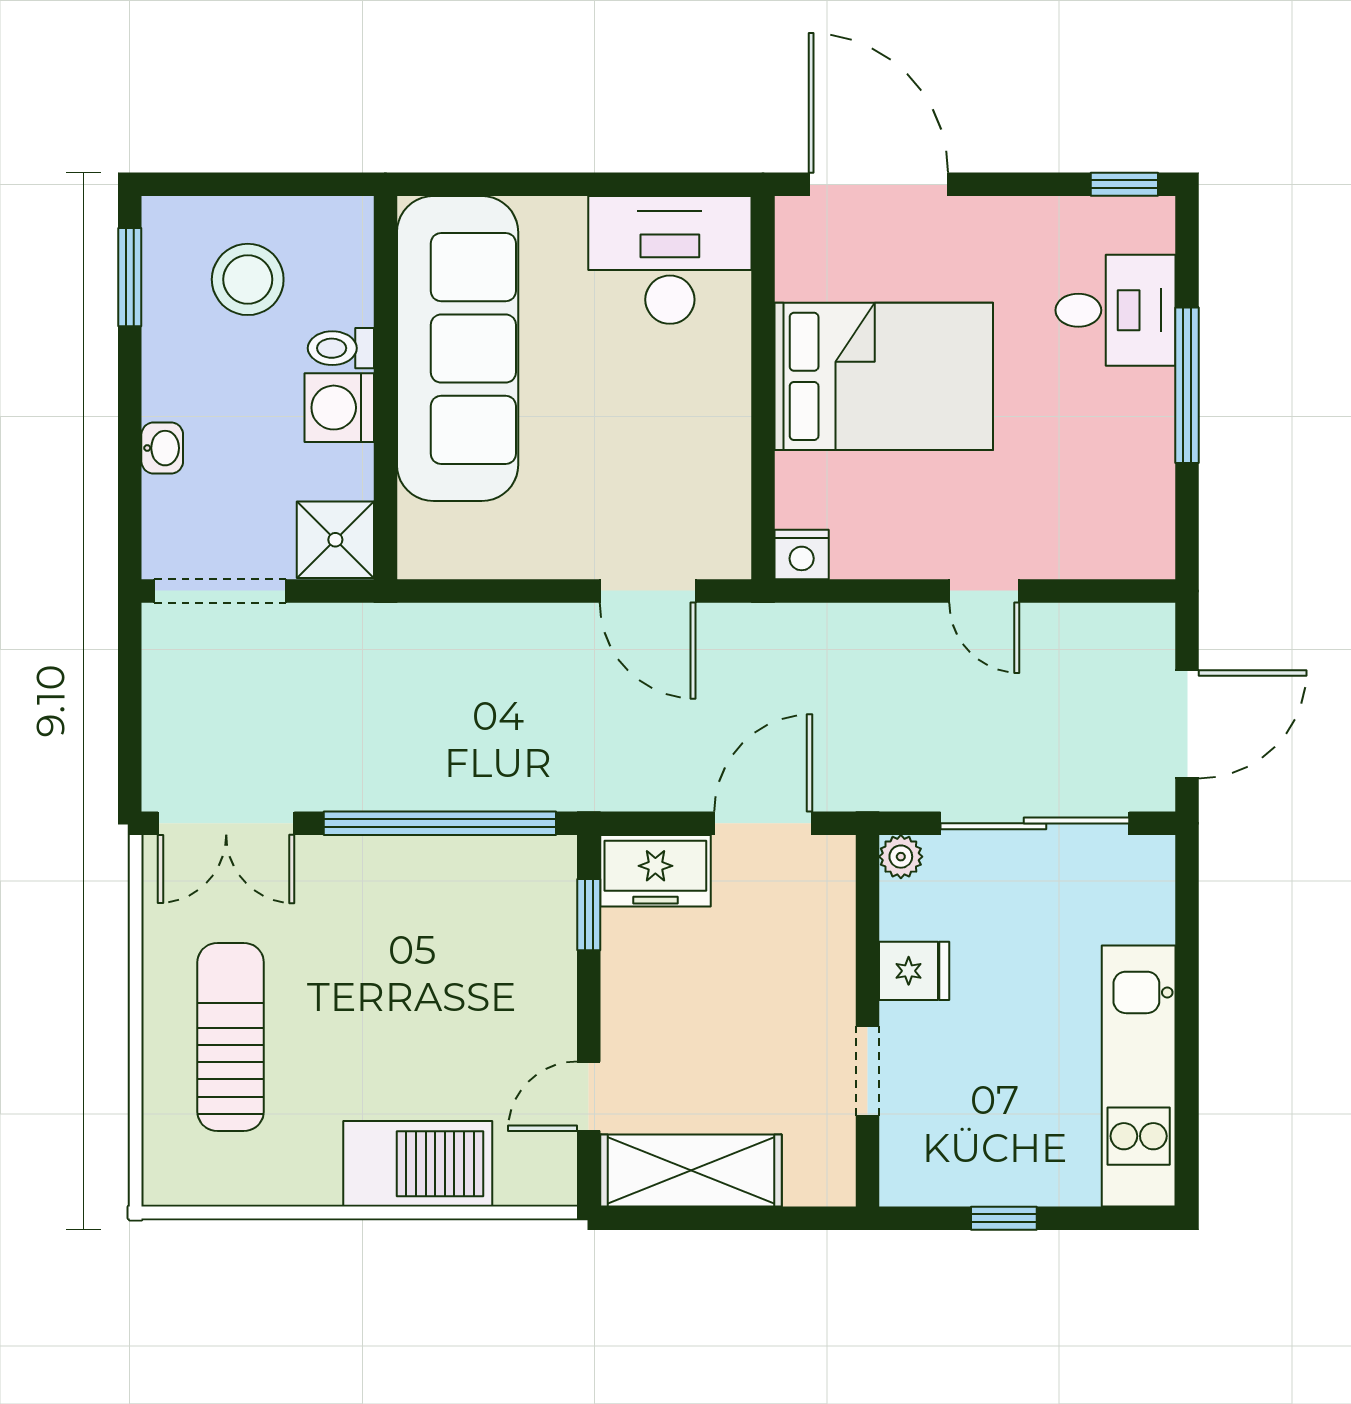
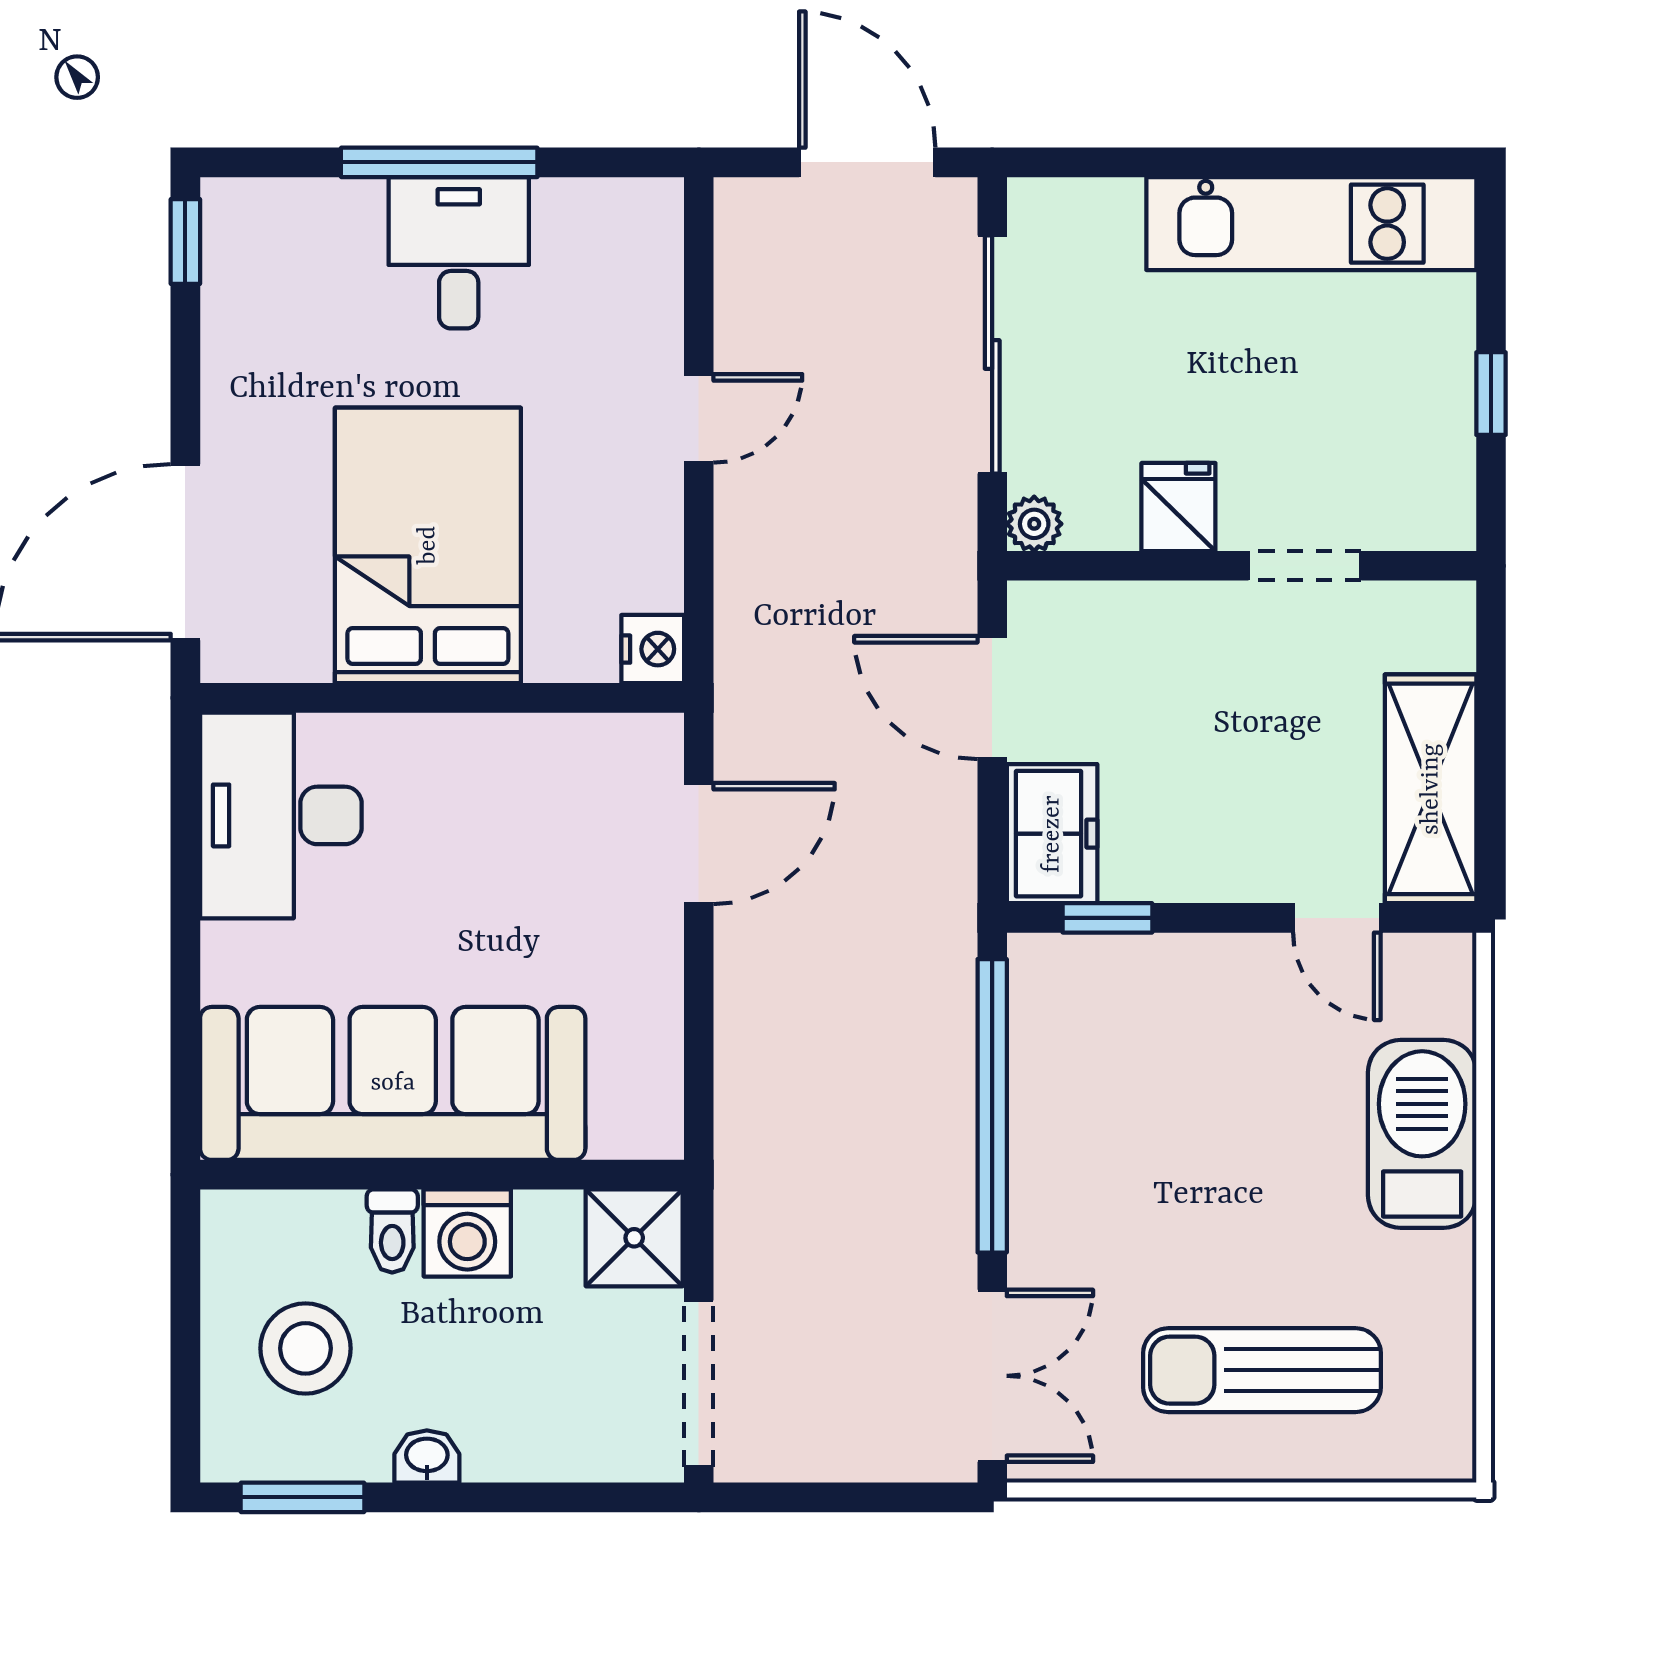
desk: (1115, 310) -> (459, 253), moved
washbasin: (162, 448) -> (427, 1456), moved

